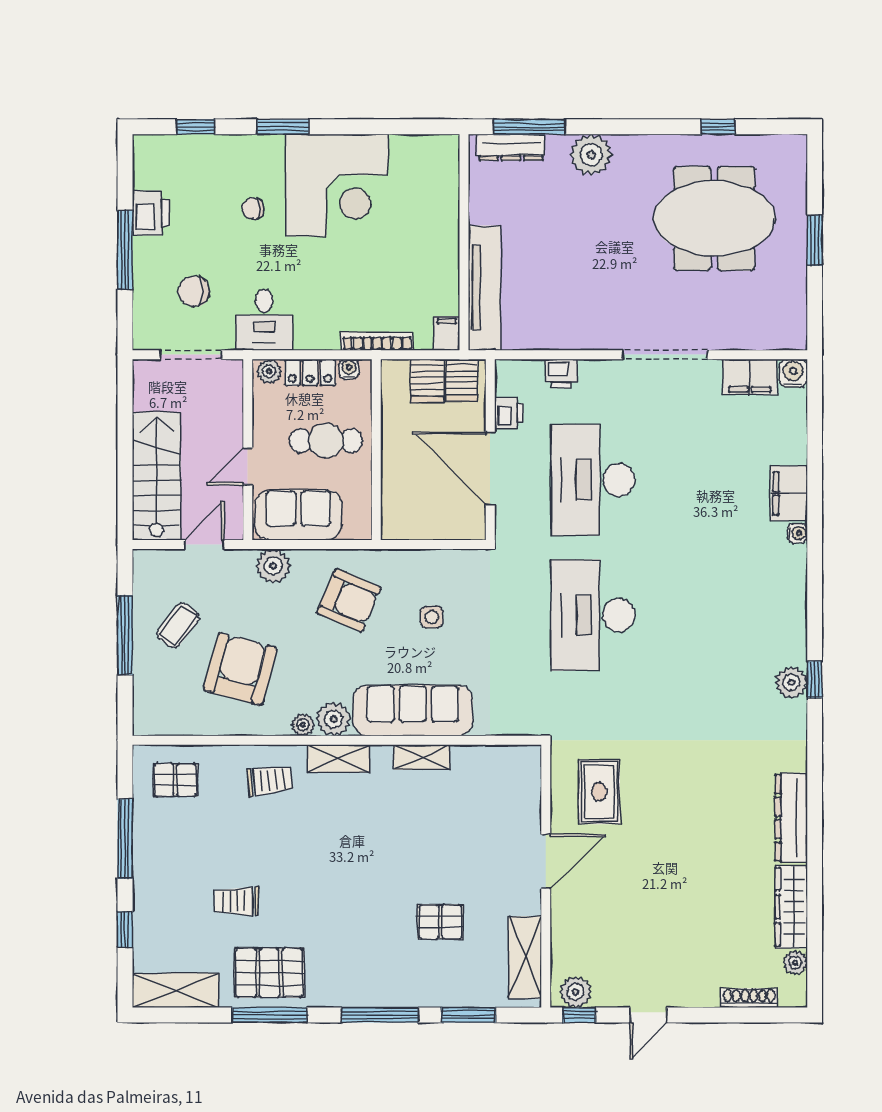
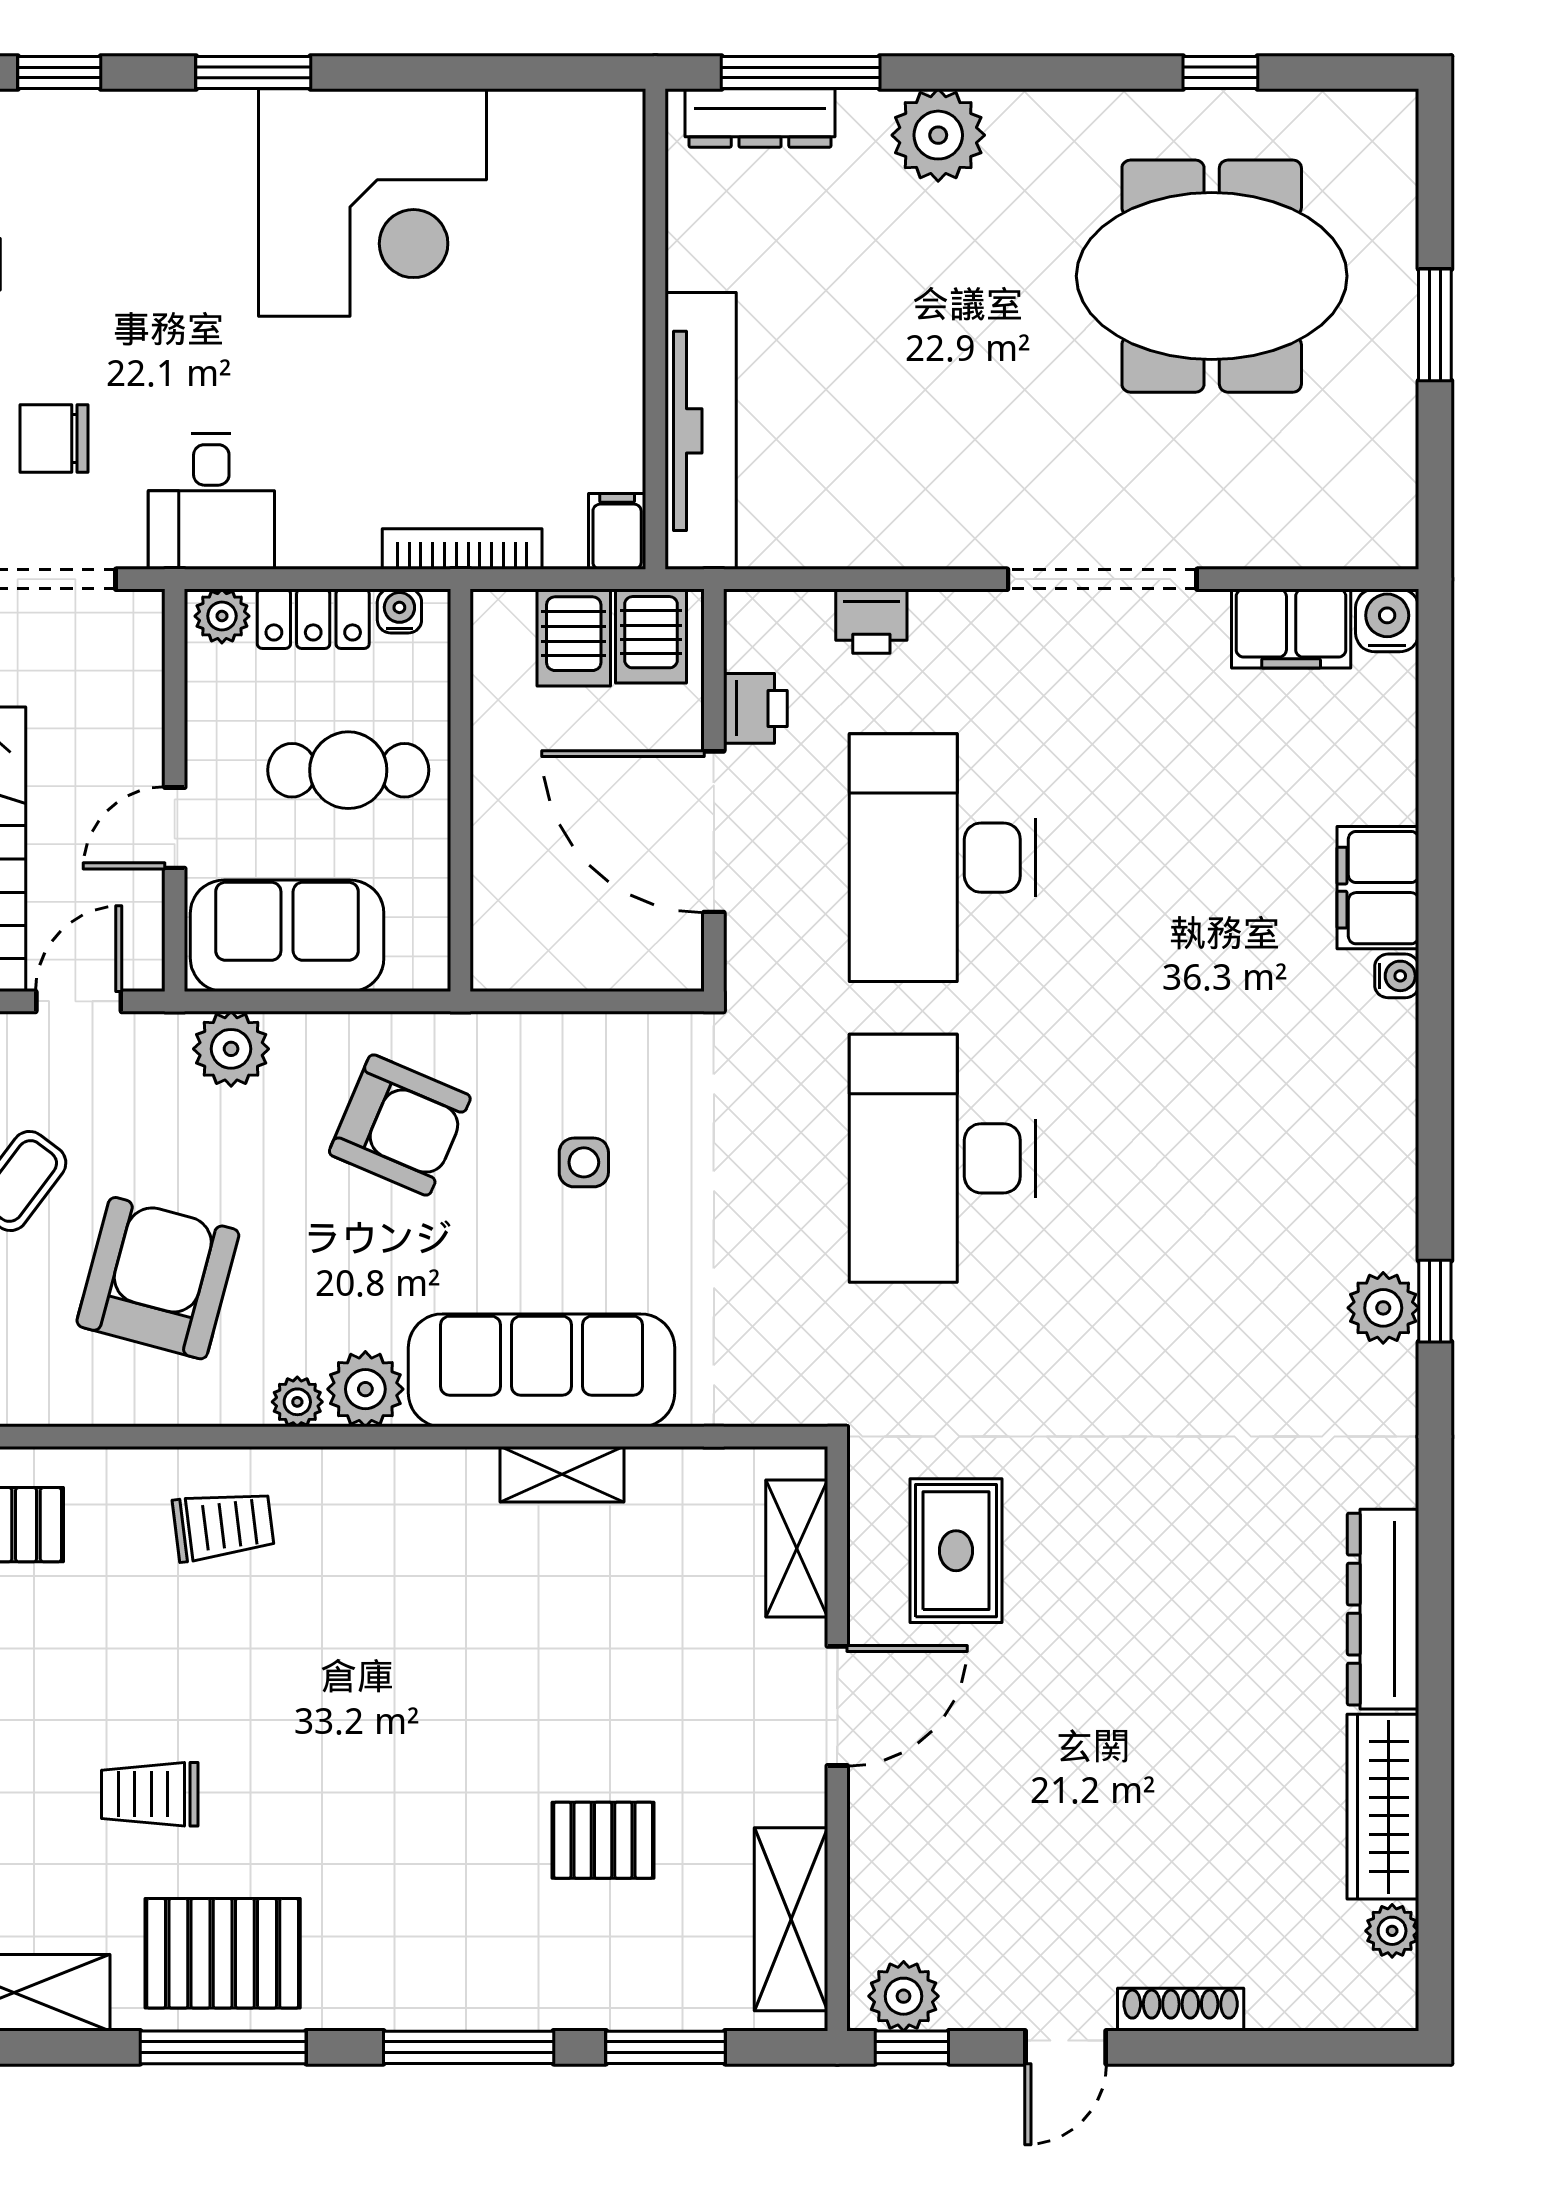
chair: (253, 209) -> (186, 254), removed
shelving: (339, 759) -> (797, 1549), moved, turned 90
shoe rack: (749, 998) -> (1181, 2010), moved

